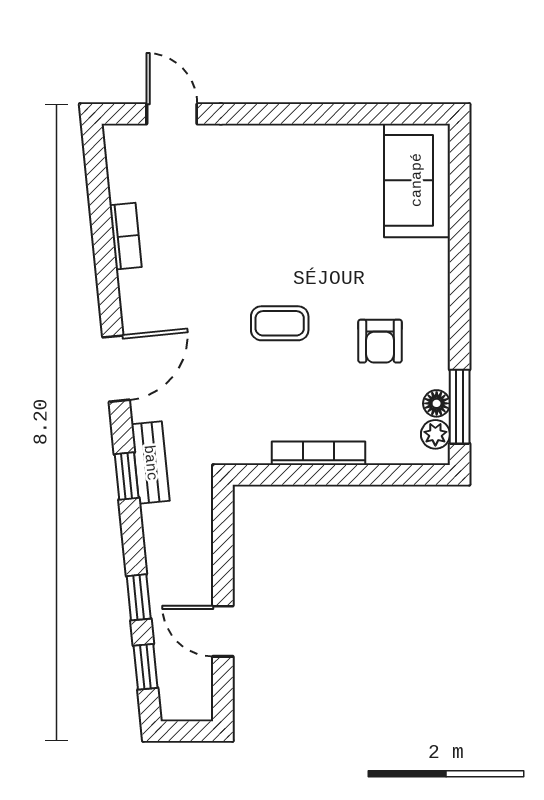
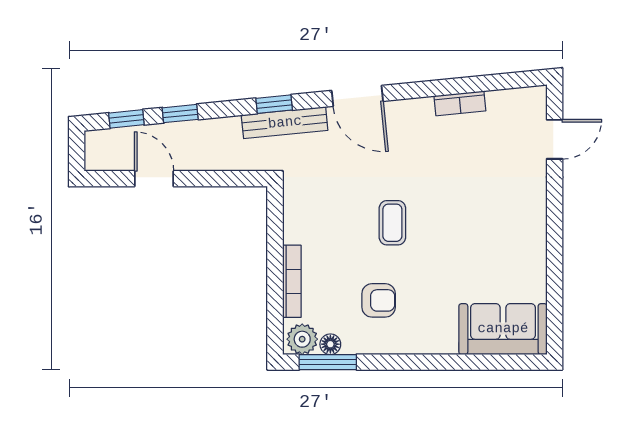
armchair: (380, 341) -> (379, 300), turned 180
plant: (435, 434) -> (302, 339), width x1.38, depth x1.38
bookcase: (319, 453) -> (292, 281), moved
bench: (150, 463) -> (285, 123), width x1.36
door: (223, 631) -> (154, 179), hinge flipped

